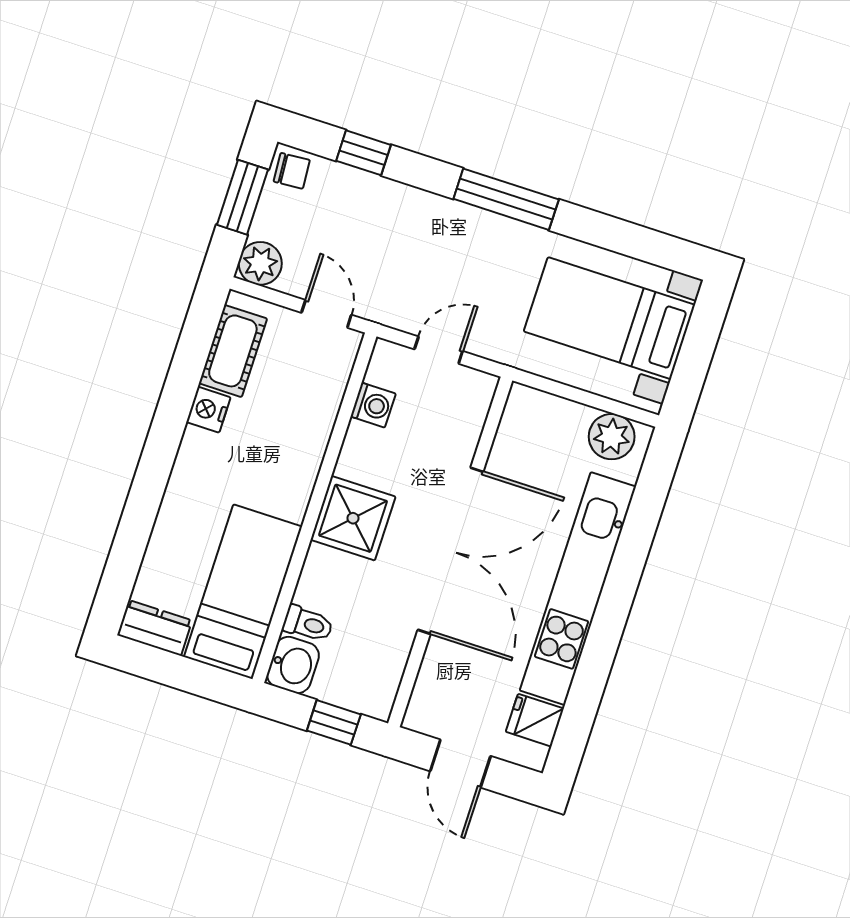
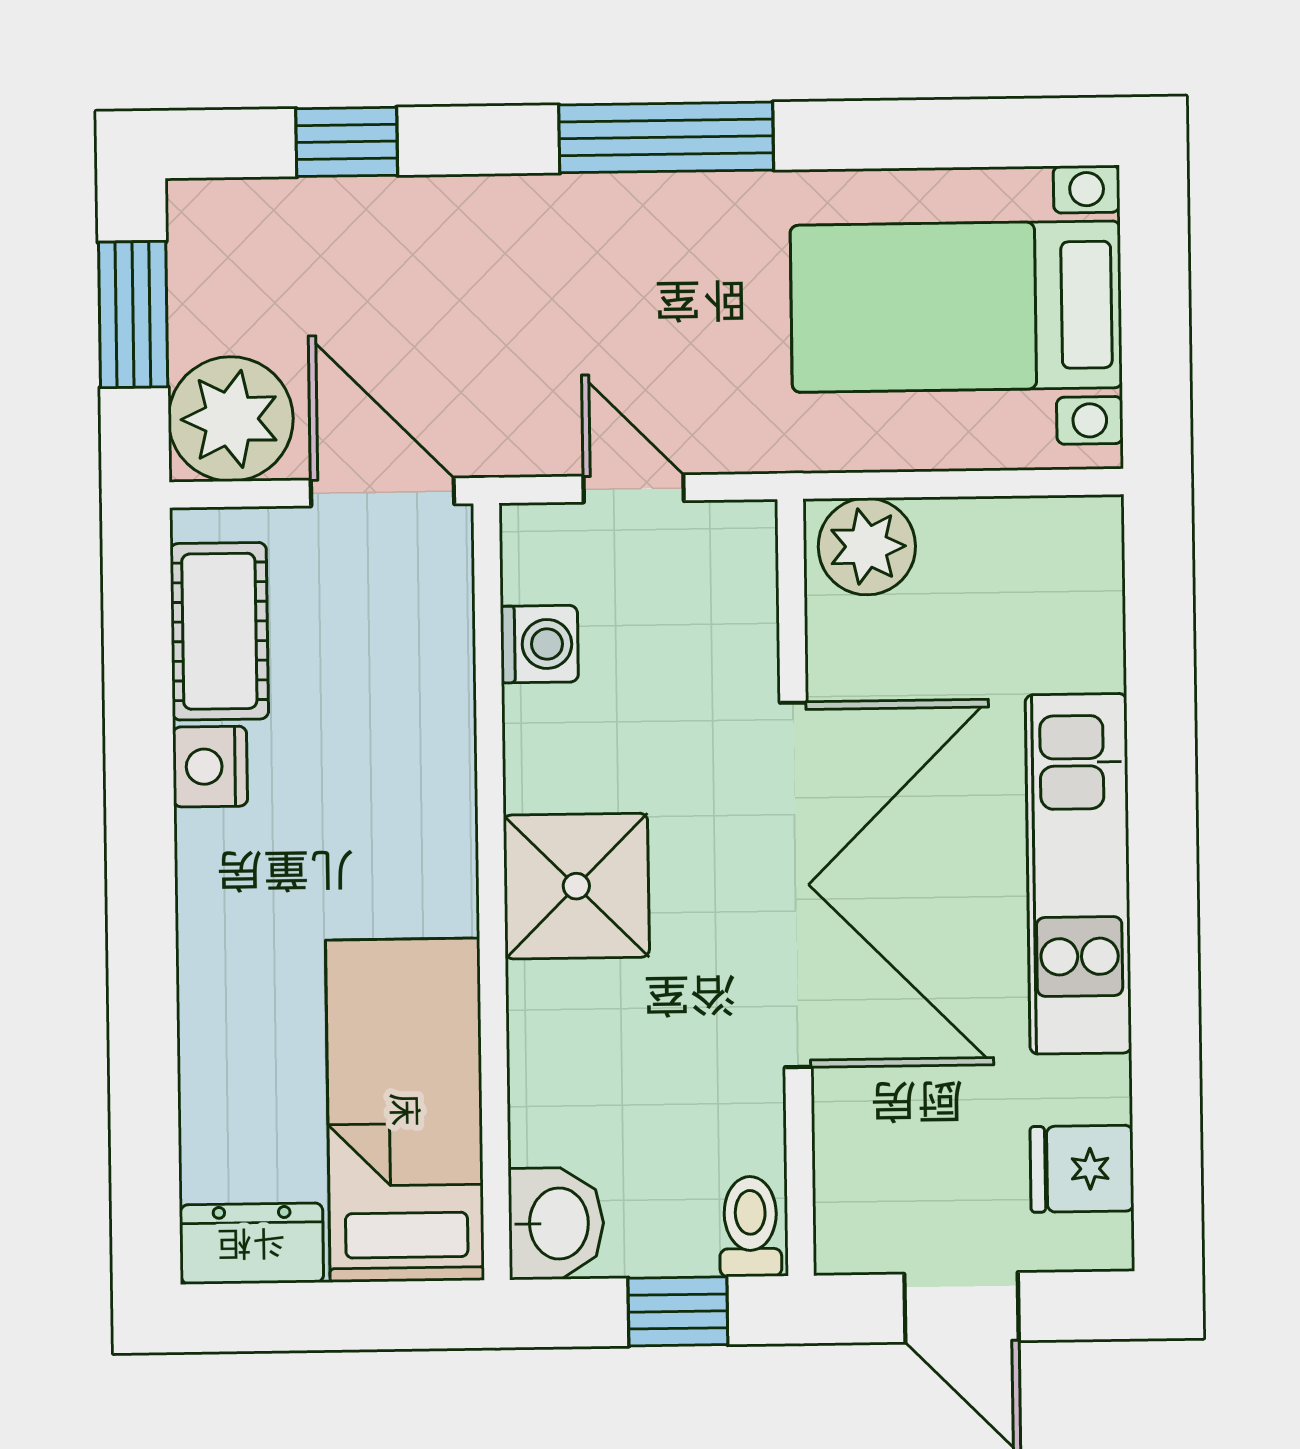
chair: (292, 171) -> (214, 227), removed
plant: (260, 263) -> (231, 419), width x1.36, depth x1.36
door: (326, 314) -> (383, 492), width x1.37
door: (439, 350) -> (634, 488), hinge flipped
plant: (612, 437) -> (867, 546), moved
kitchen unit: (578, 589) -> (1078, 874), width x0.73
toilet: (308, 624) -> (750, 1226), moved, turned -90

